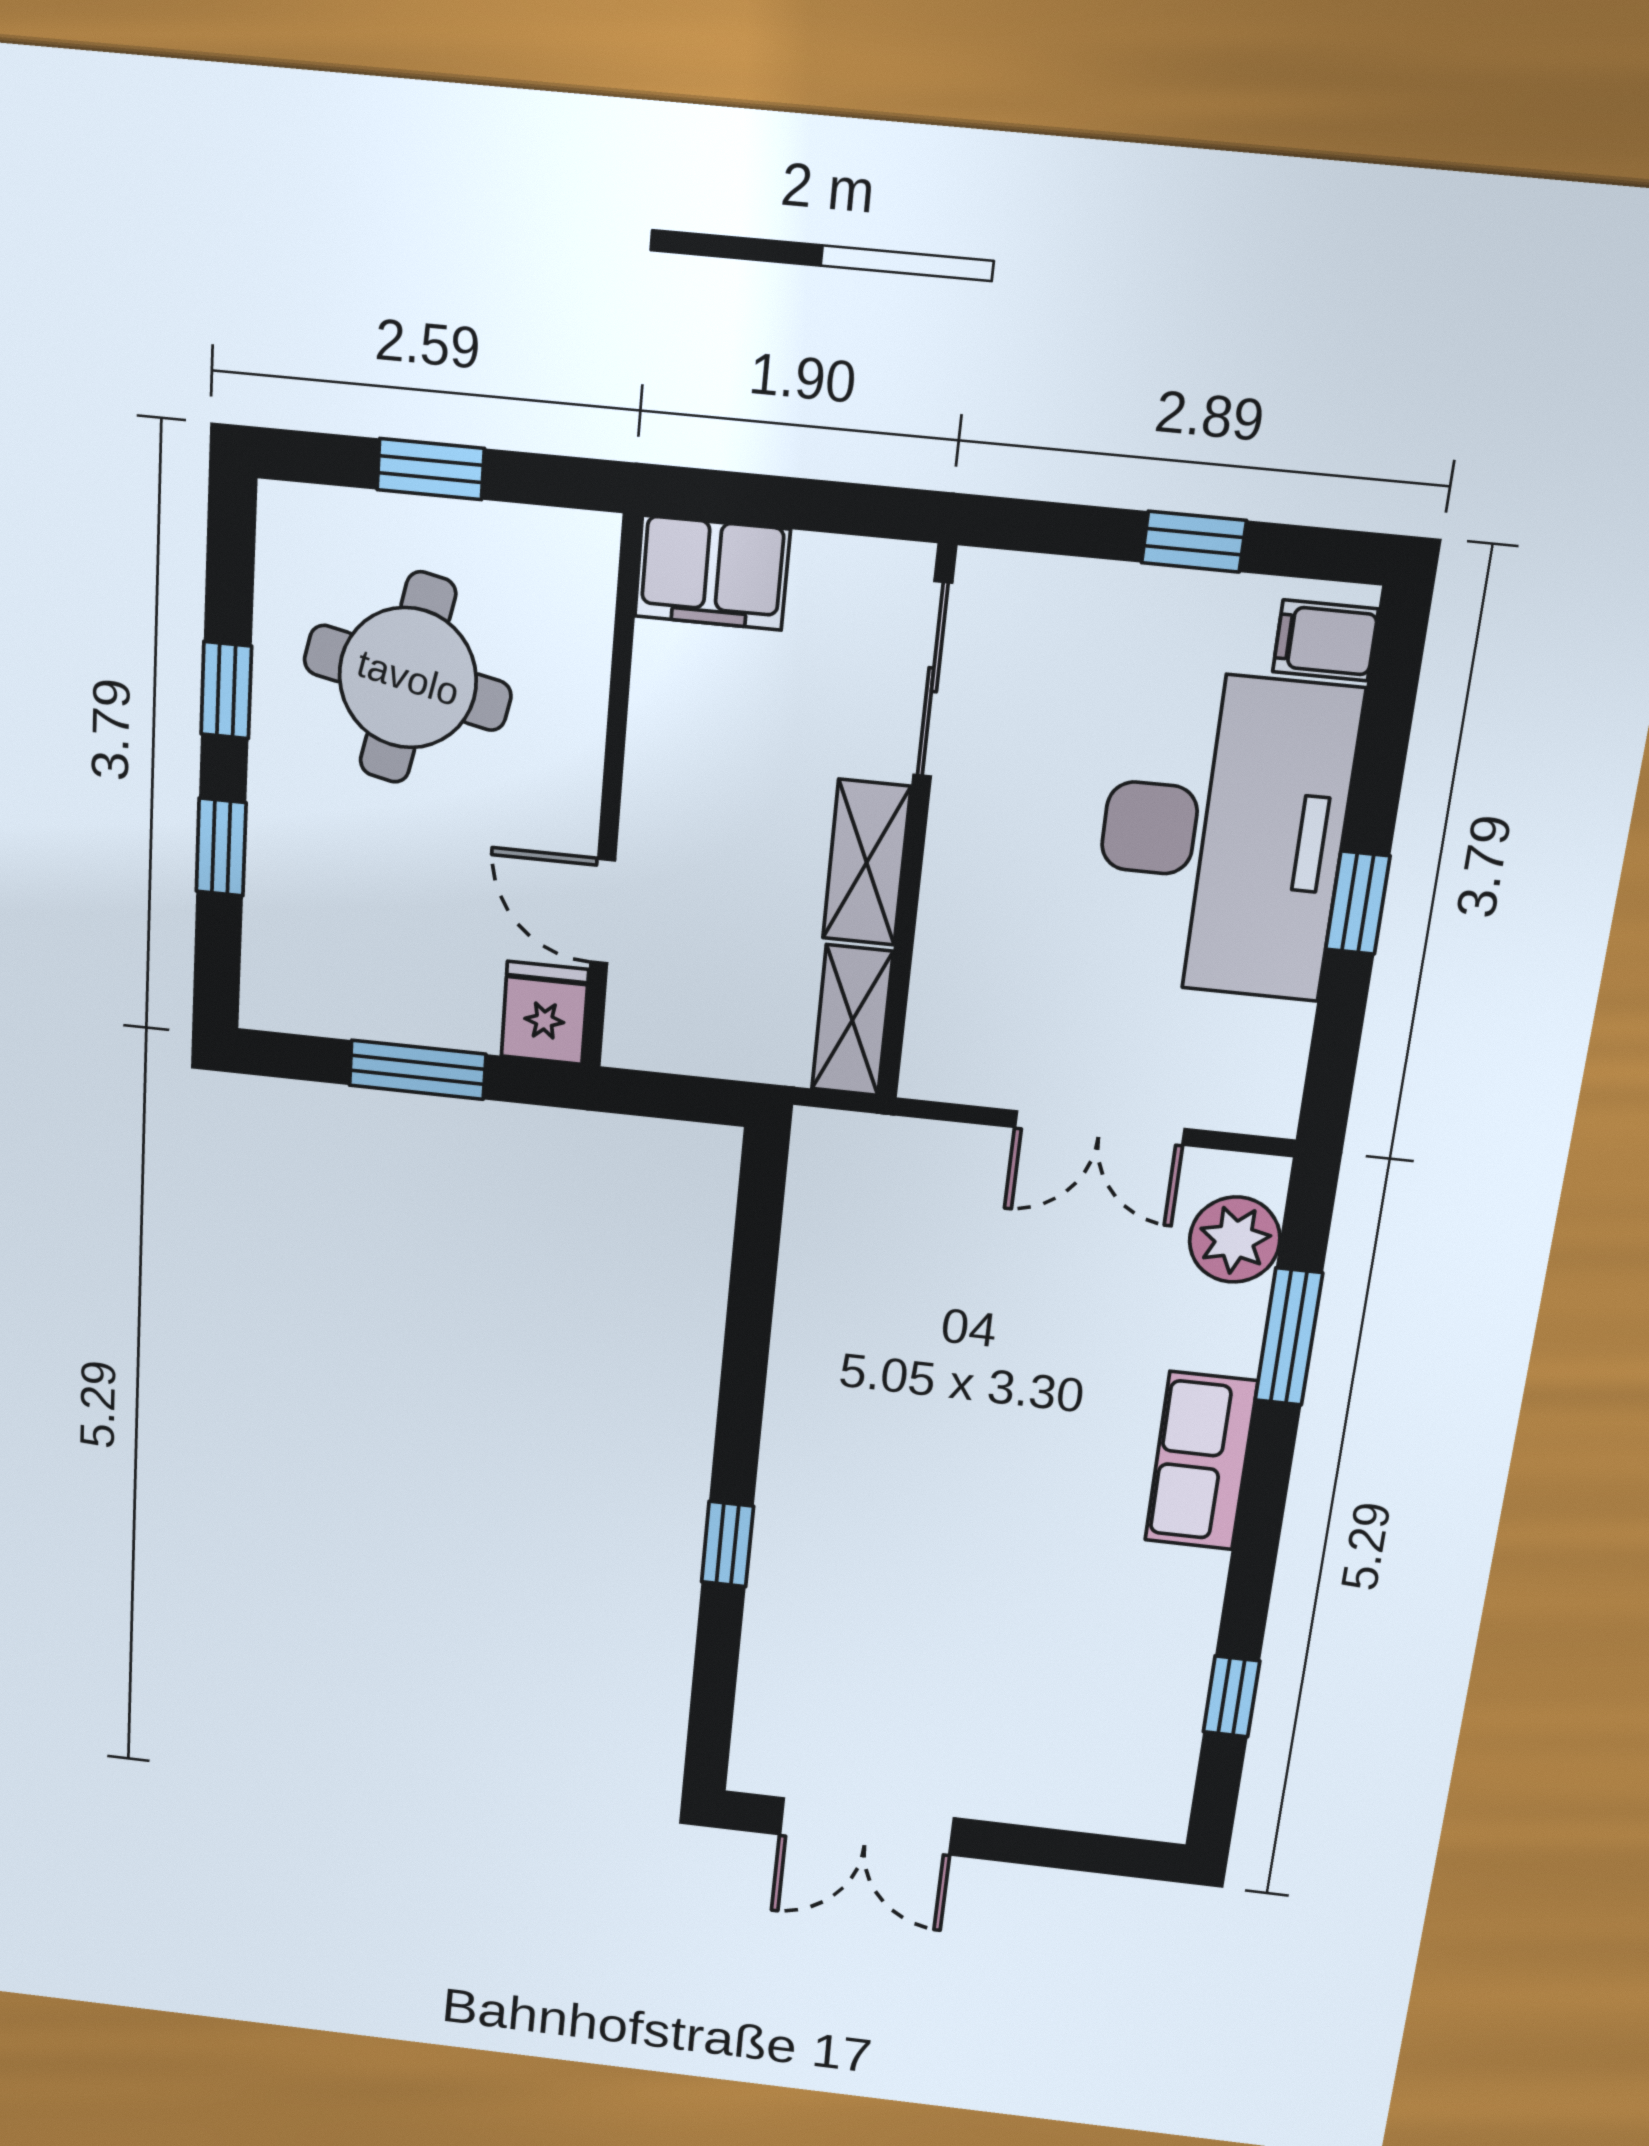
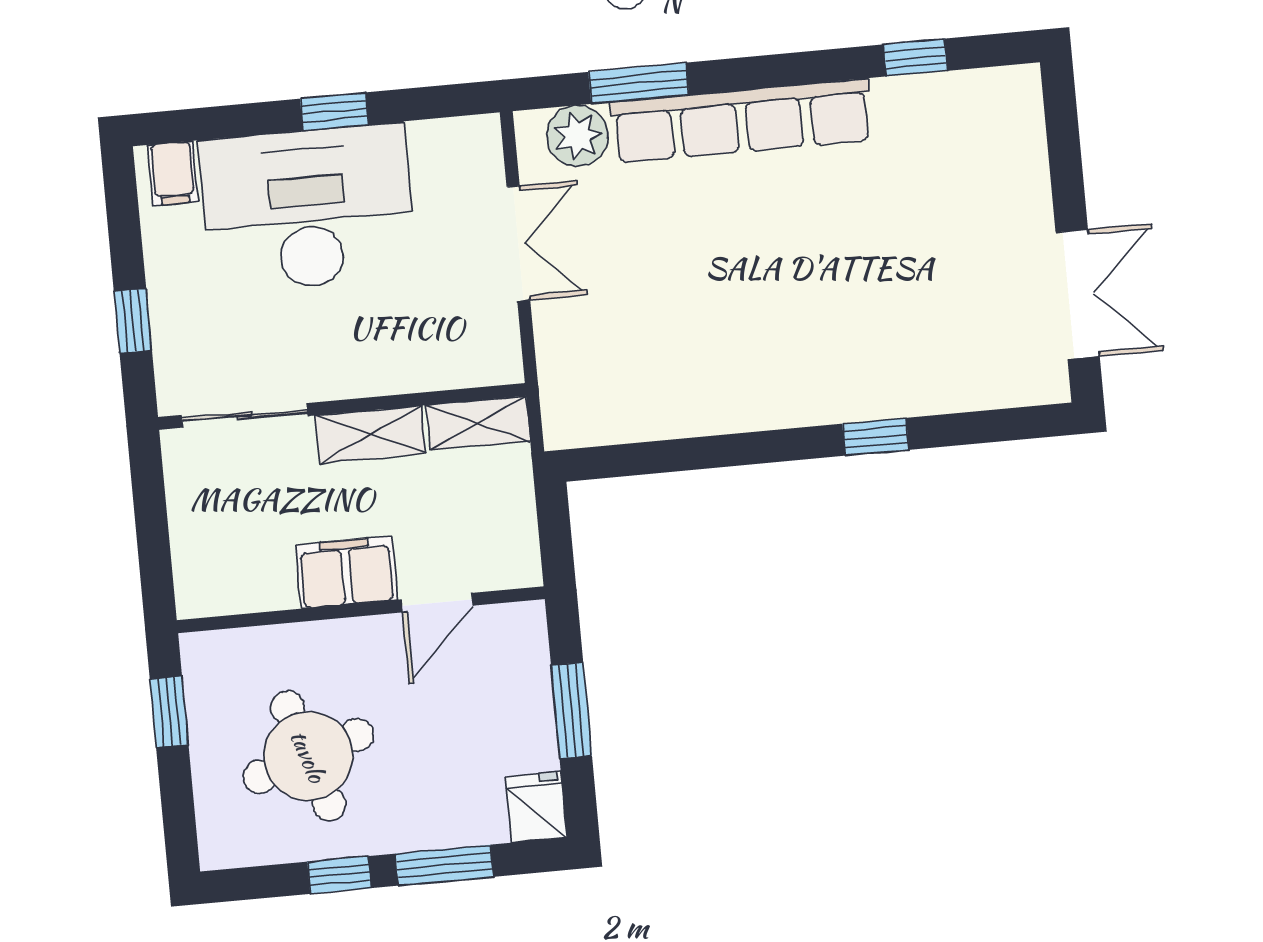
window: (431, 469) -> (169, 712), moved
window: (1194, 542) -> (133, 321), moved
filing cabinet: (712, 573) -> (347, 572), moved, turned -90
round table: (408, 678) -> (308, 756), turned -30
window: (221, 847) -> (444, 865), width x1.50
fridge: (545, 1013) -> (536, 807), moved, turned 90
row of seats: (1201, 1461) -> (742, 121), width x2.02

